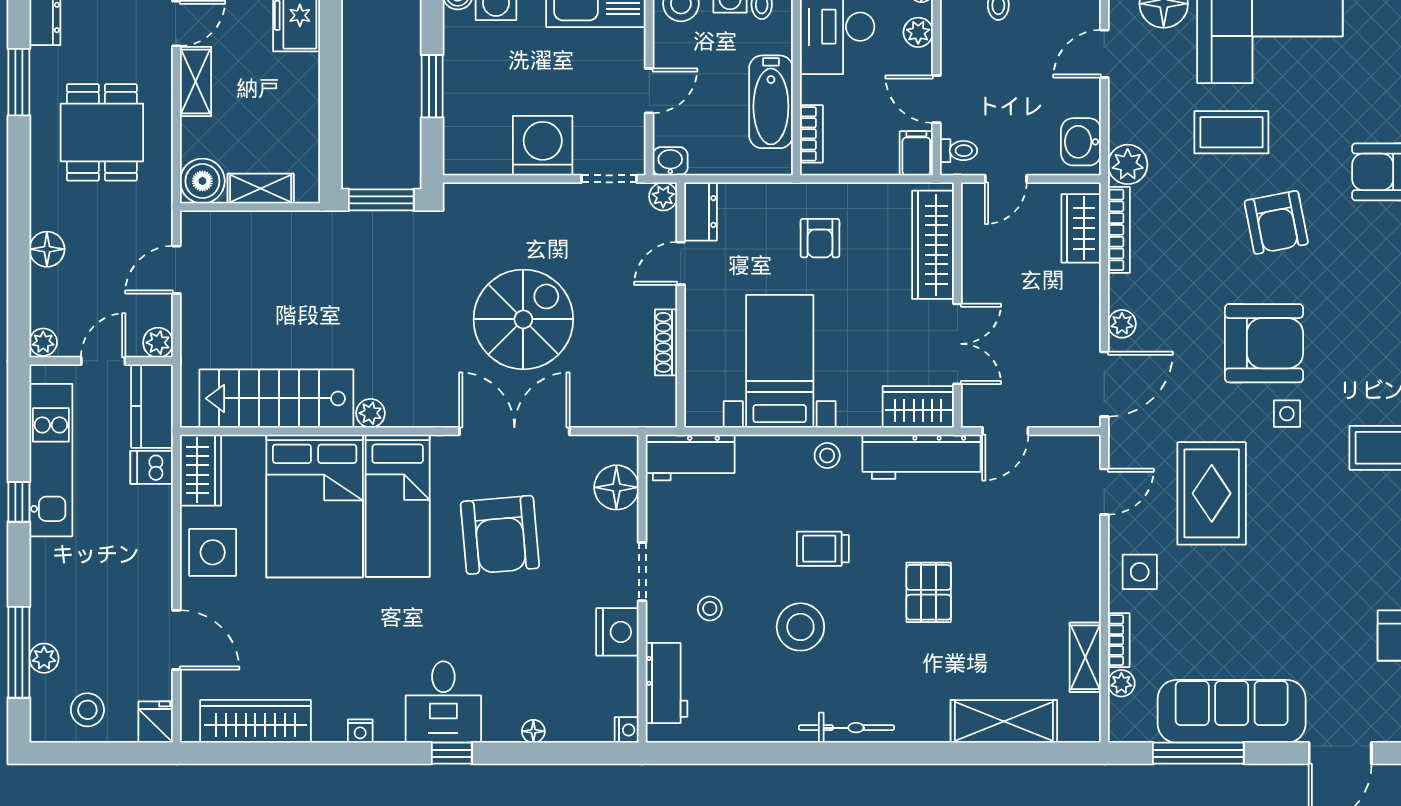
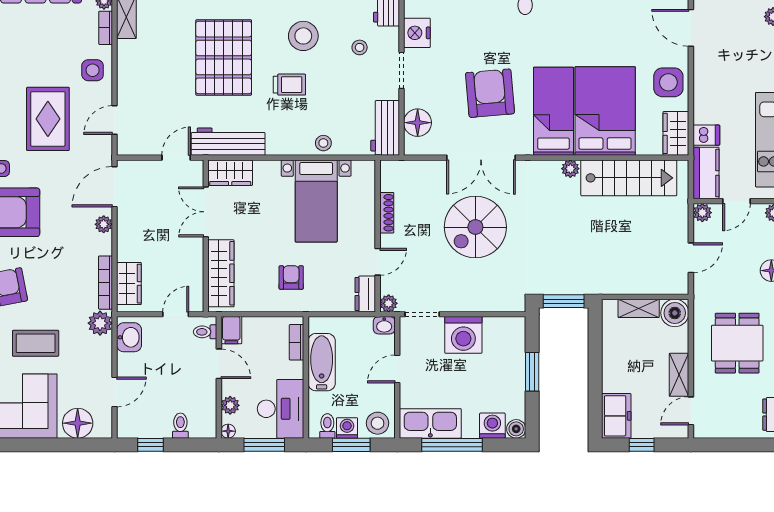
stool: (827, 455) -> (323, 143), moved
workbench: (690, 457) -> (385, 128), moved, turned -90
pallet: (929, 592) -> (224, 57), width x2.05, depth x2.00

